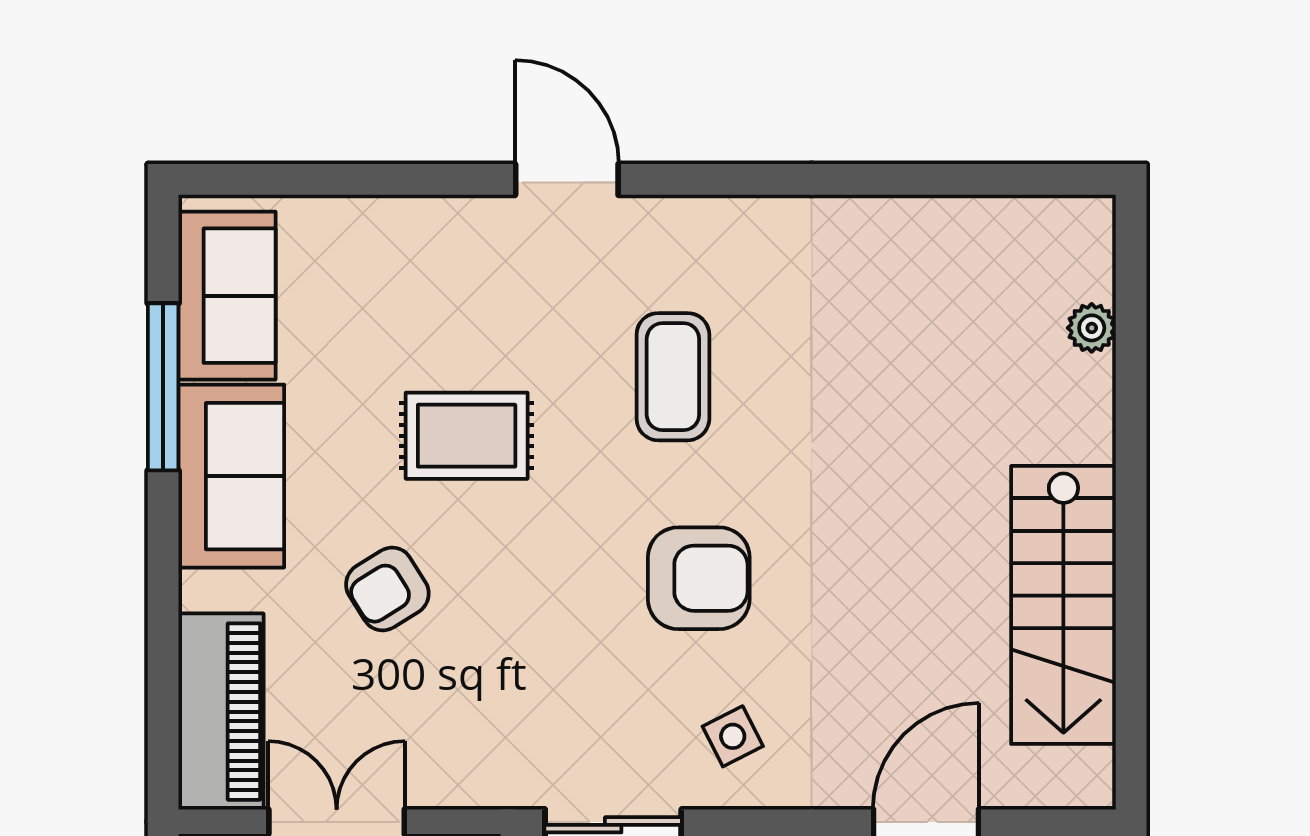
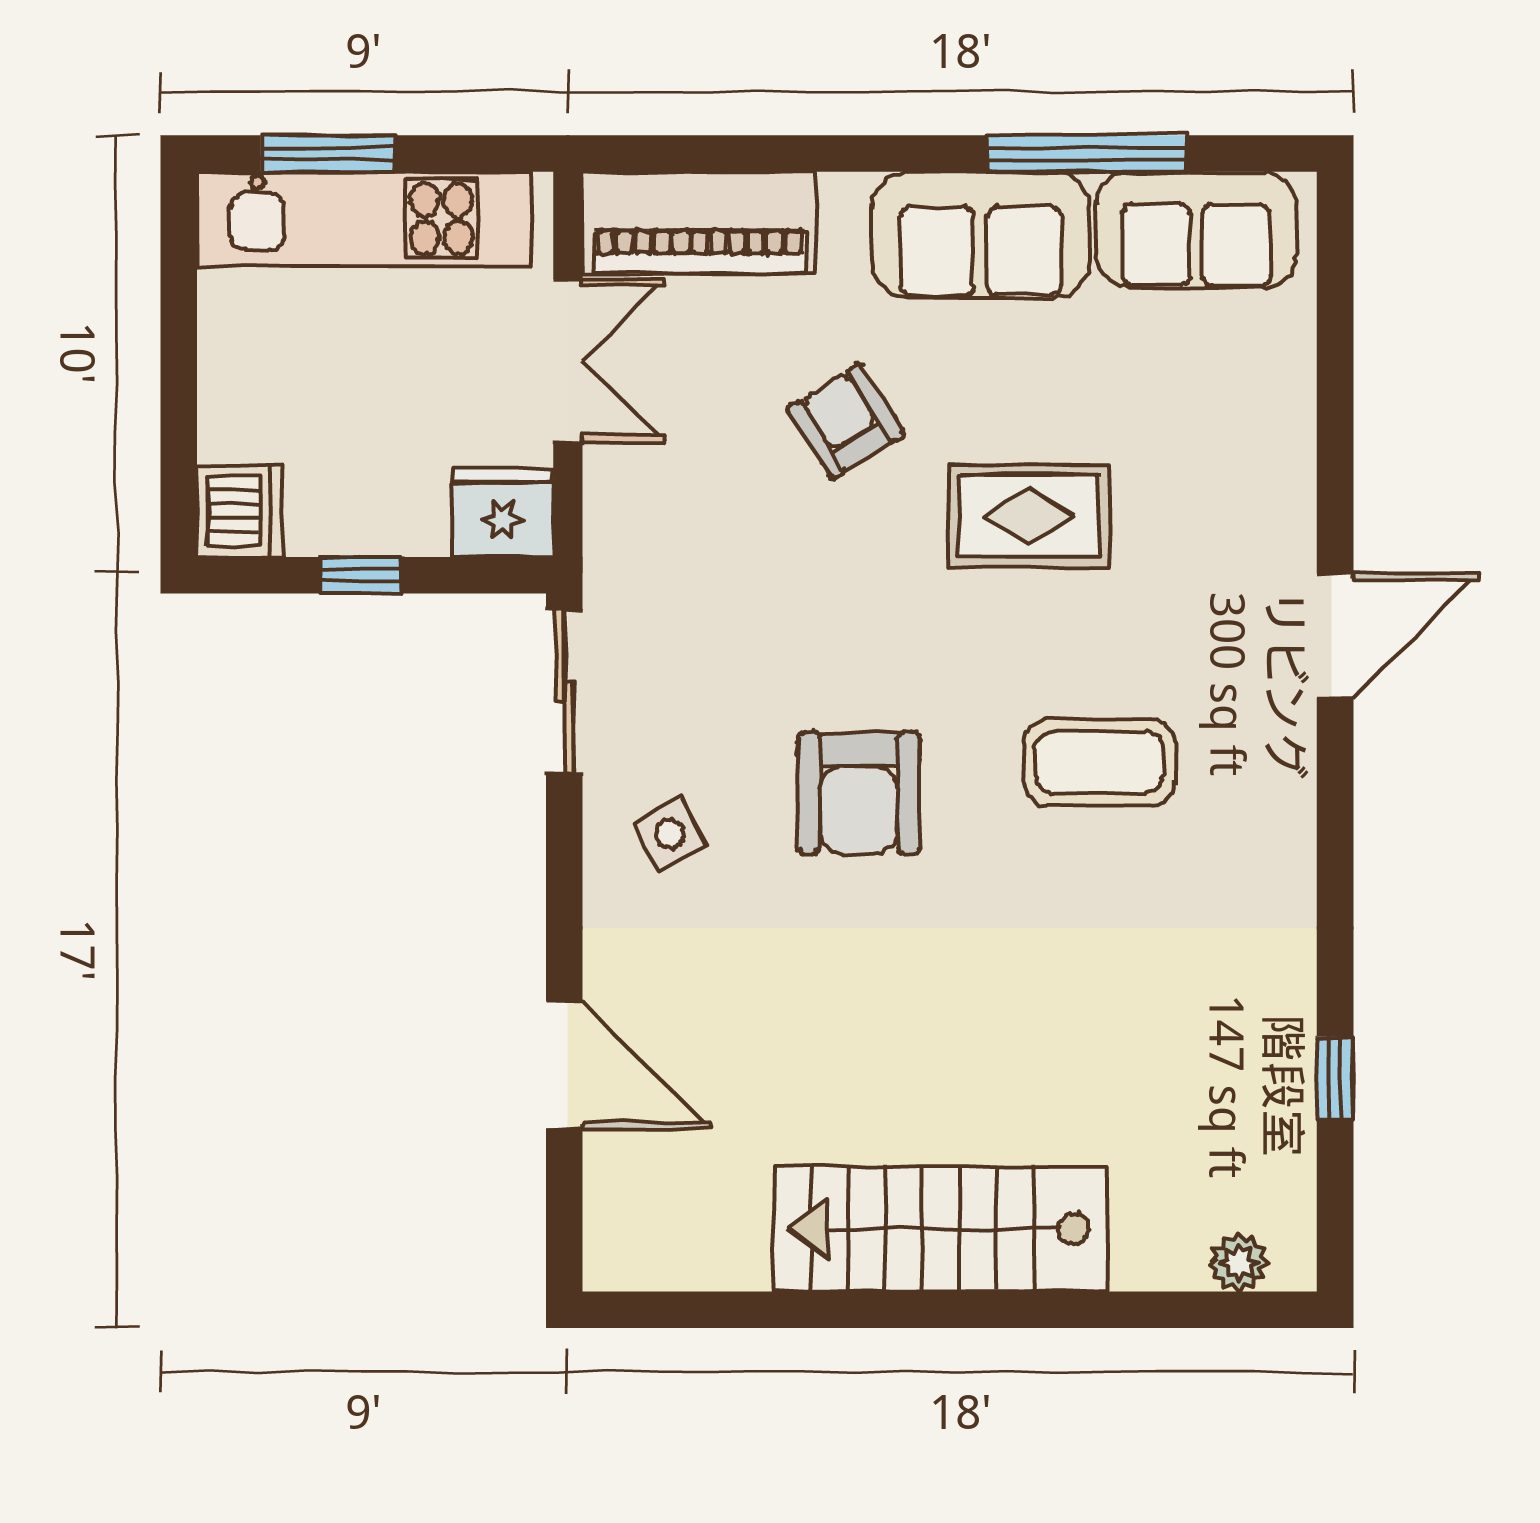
window: (937, 179) -> (1335, 1078), added
plant: (1092, 328) -> (1239, 1263), moved
rug: (467, 436) -> (1029, 516), turned 90
stairs: (1063, 605) -> (941, 1229), moved

